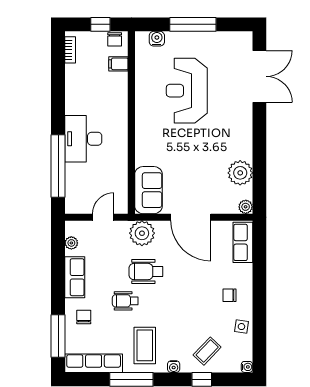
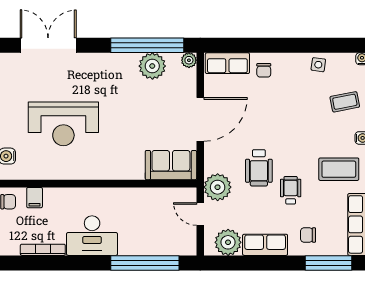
bookcase: (70, 50) -> (43, 250), moved, width x1.56
desk: (83, 139) -> (92, 236), moved
window: (259, 168) -> (147, 45), added
plant: (142, 233) -> (218, 187), moved
plant: (71, 243) -> (228, 242), width x1.88, depth x1.88
chair: (230, 295) -> (264, 70), moved
wheelchair: (125, 301) -> (291, 190), turned 180
coffee table: (207, 351) -> (345, 102), turned -55

